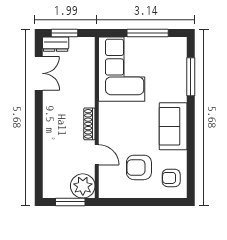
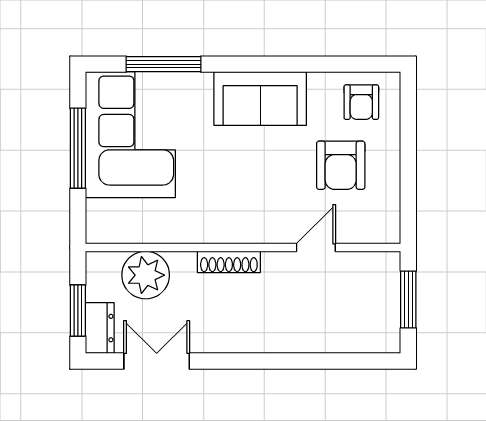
corner sofa: (122, 69) -> (130, 135), moved, turned 90
shoe rack: (89, 124) -> (229, 262), moved
plant: (83, 186) -> (146, 275), moved

